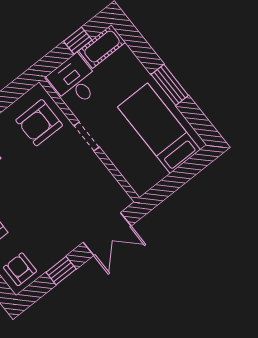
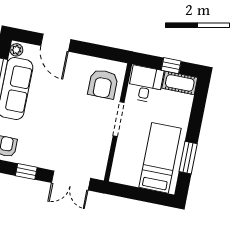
window: (170, 85) -> (188, 158), moved
armchair: (39, 123) -> (103, 84), turned -90
doorway: (87, 136) -> (119, 119), width x1.38

